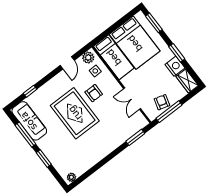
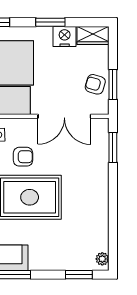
double door: (132, 99) -> (64, 116), width x1.37
window: (169, 112) -> (113, 84), width x0.69
window: (44, 158) -> (79, 275), moved

